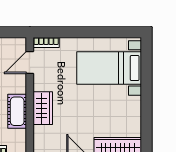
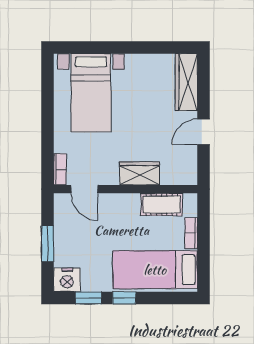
cot: (17, 111) -> (162, 205), moved

